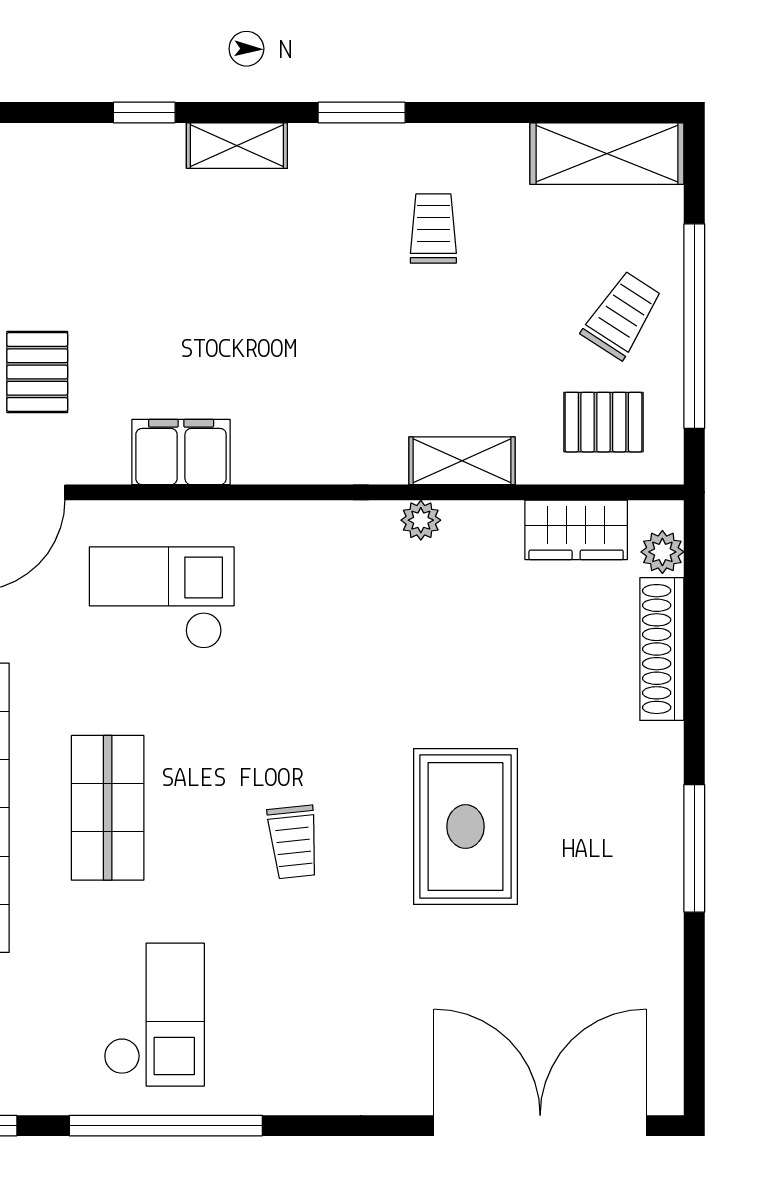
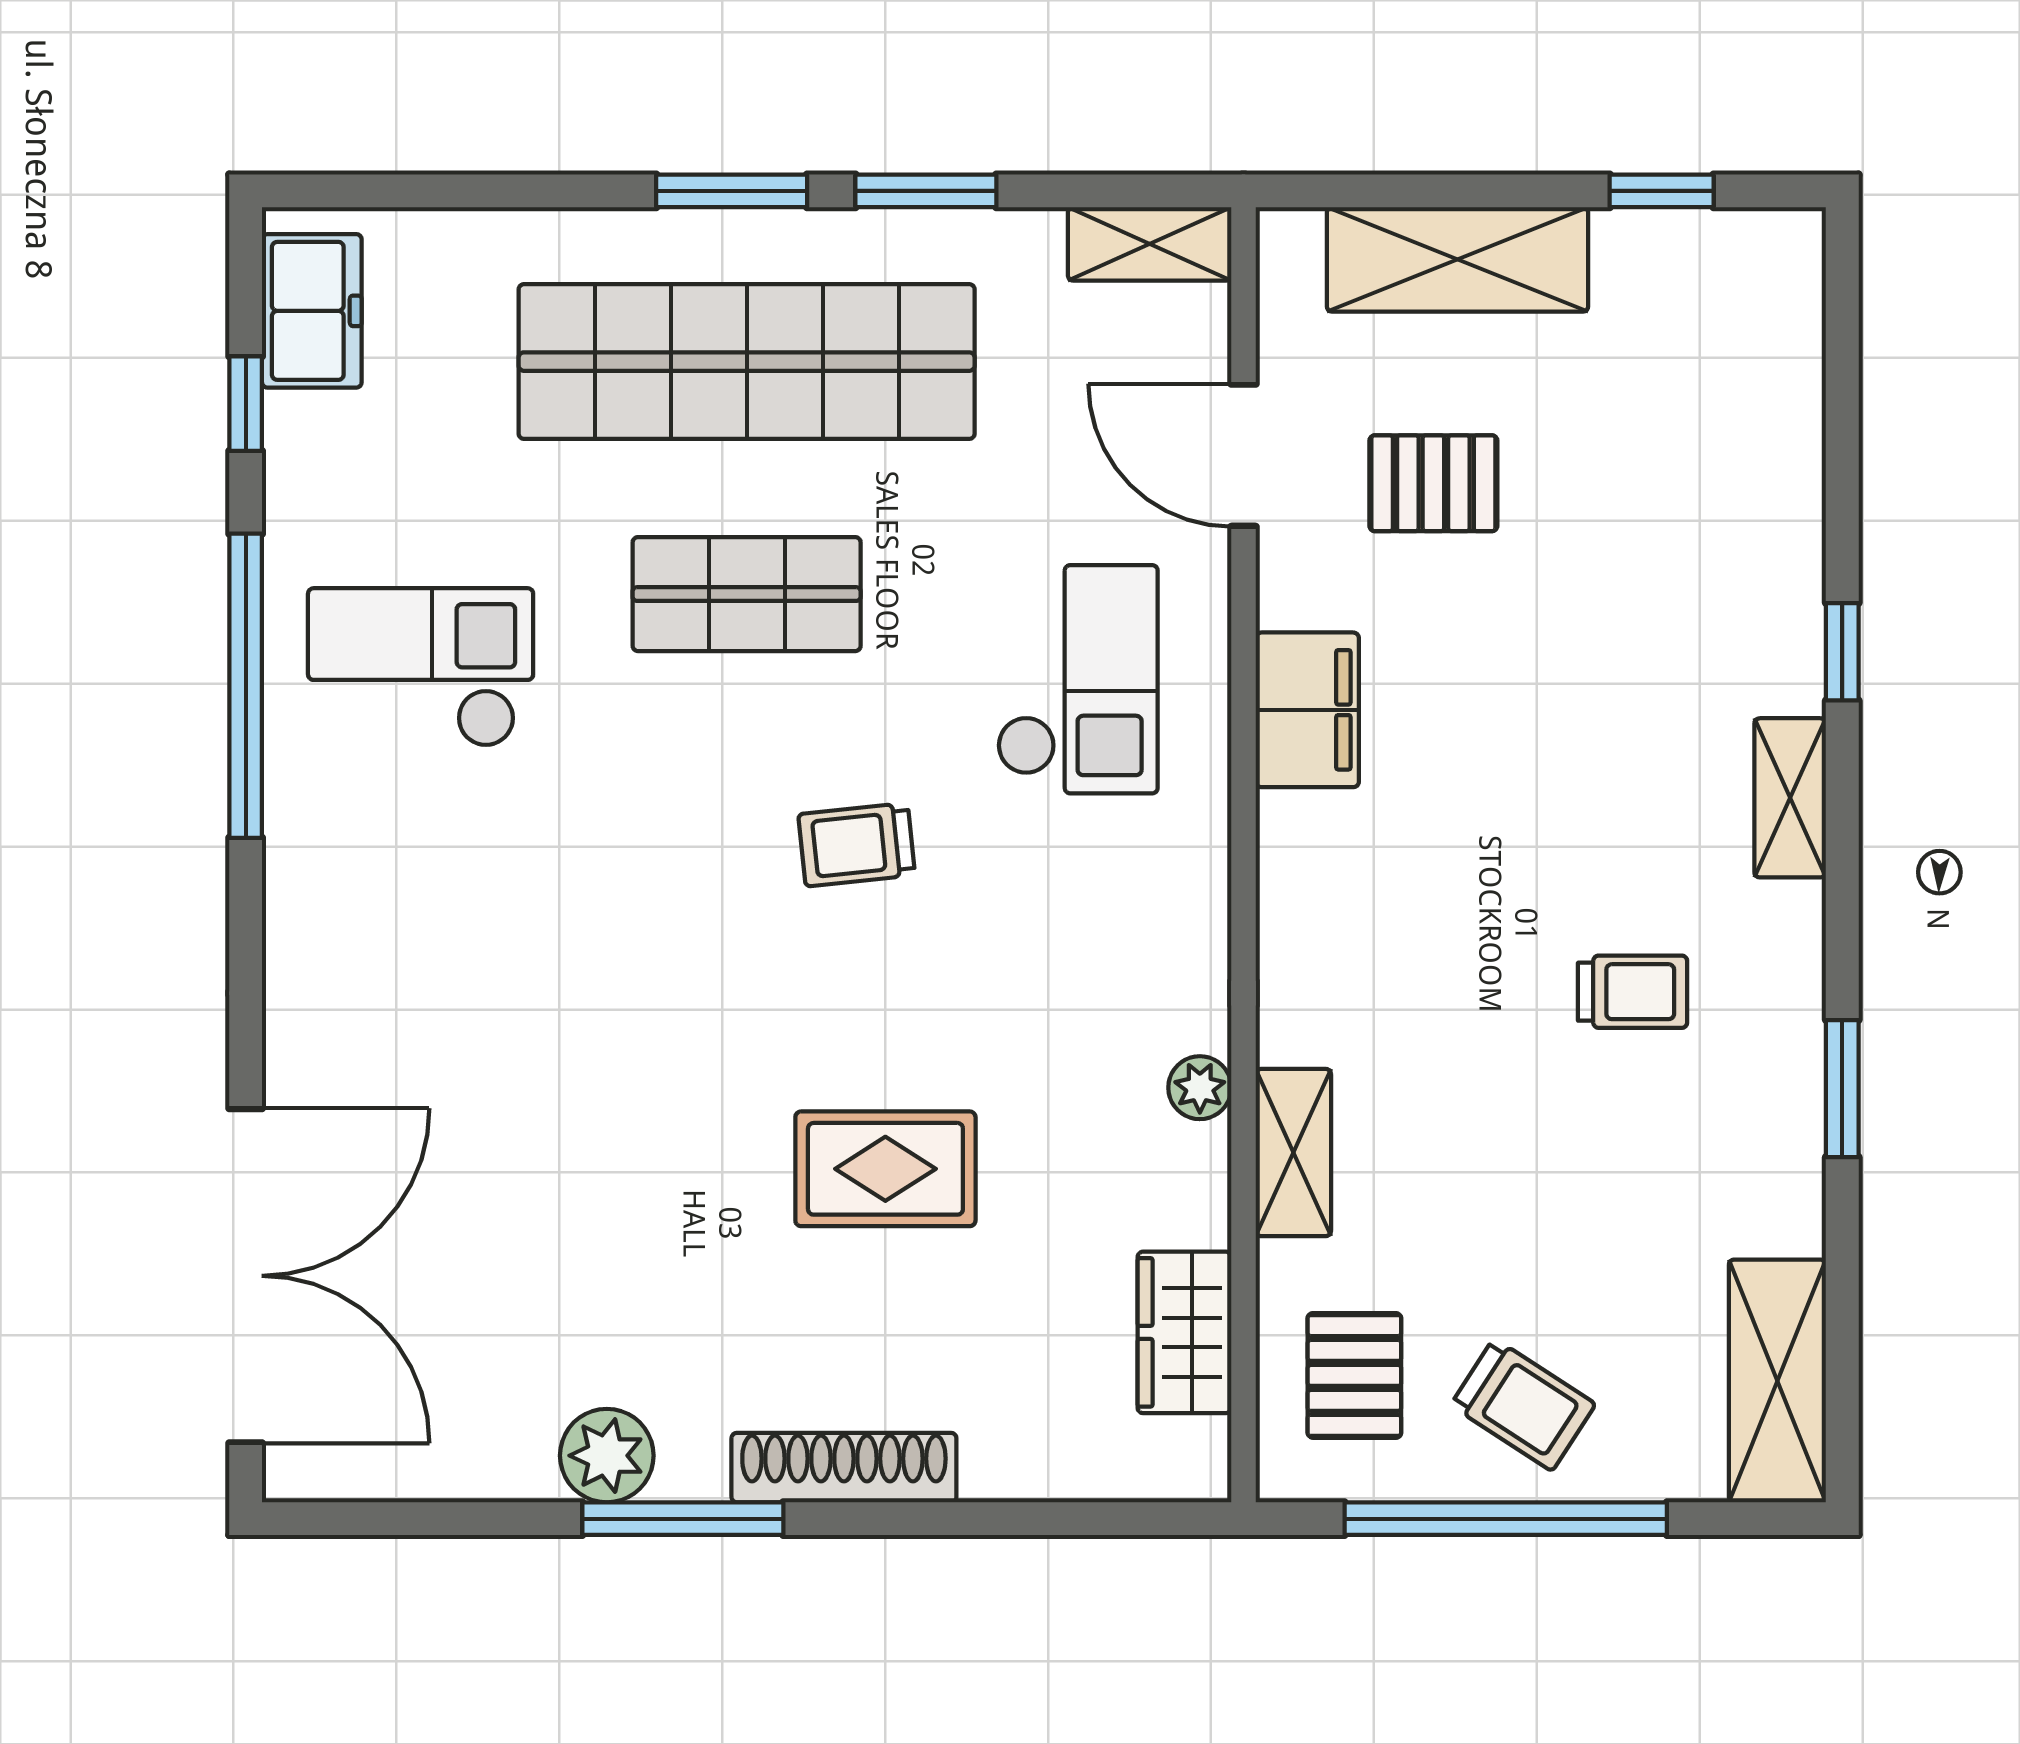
window: (362, 113) -> (1842, 1089), moved
trolley: (433, 228) -> (1633, 992), moved
plant: (662, 552) -> (607, 1456), moved, width x1.38, depth x1.38
shoe rack: (662, 649) -> (844, 1468), moved
rug: (466, 827) -> (885, 1169), moved, width x0.73, depth x0.70
trolley: (293, 842) -> (857, 845), moved
checkout: (154, 1015) -> (421, 667), turned 180

